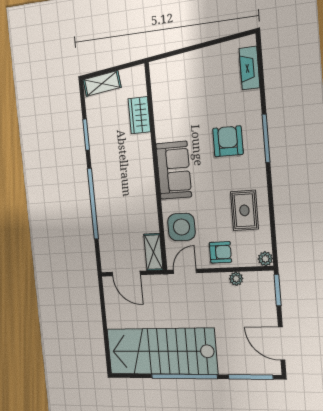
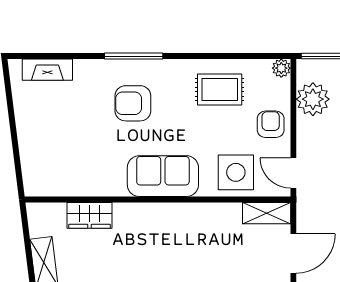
plant: (236, 279) -> (313, 99), width x1.87, depth x1.87

